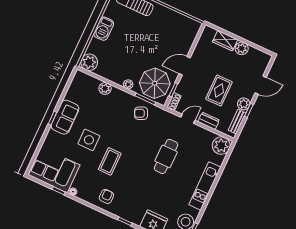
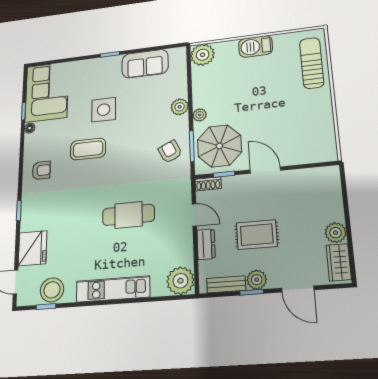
wardrobe: (225, 41) -> (339, 262), moved
plant: (105, 88) -> (180, 107), moved
sofa: (65, 117) -> (145, 64), moved

